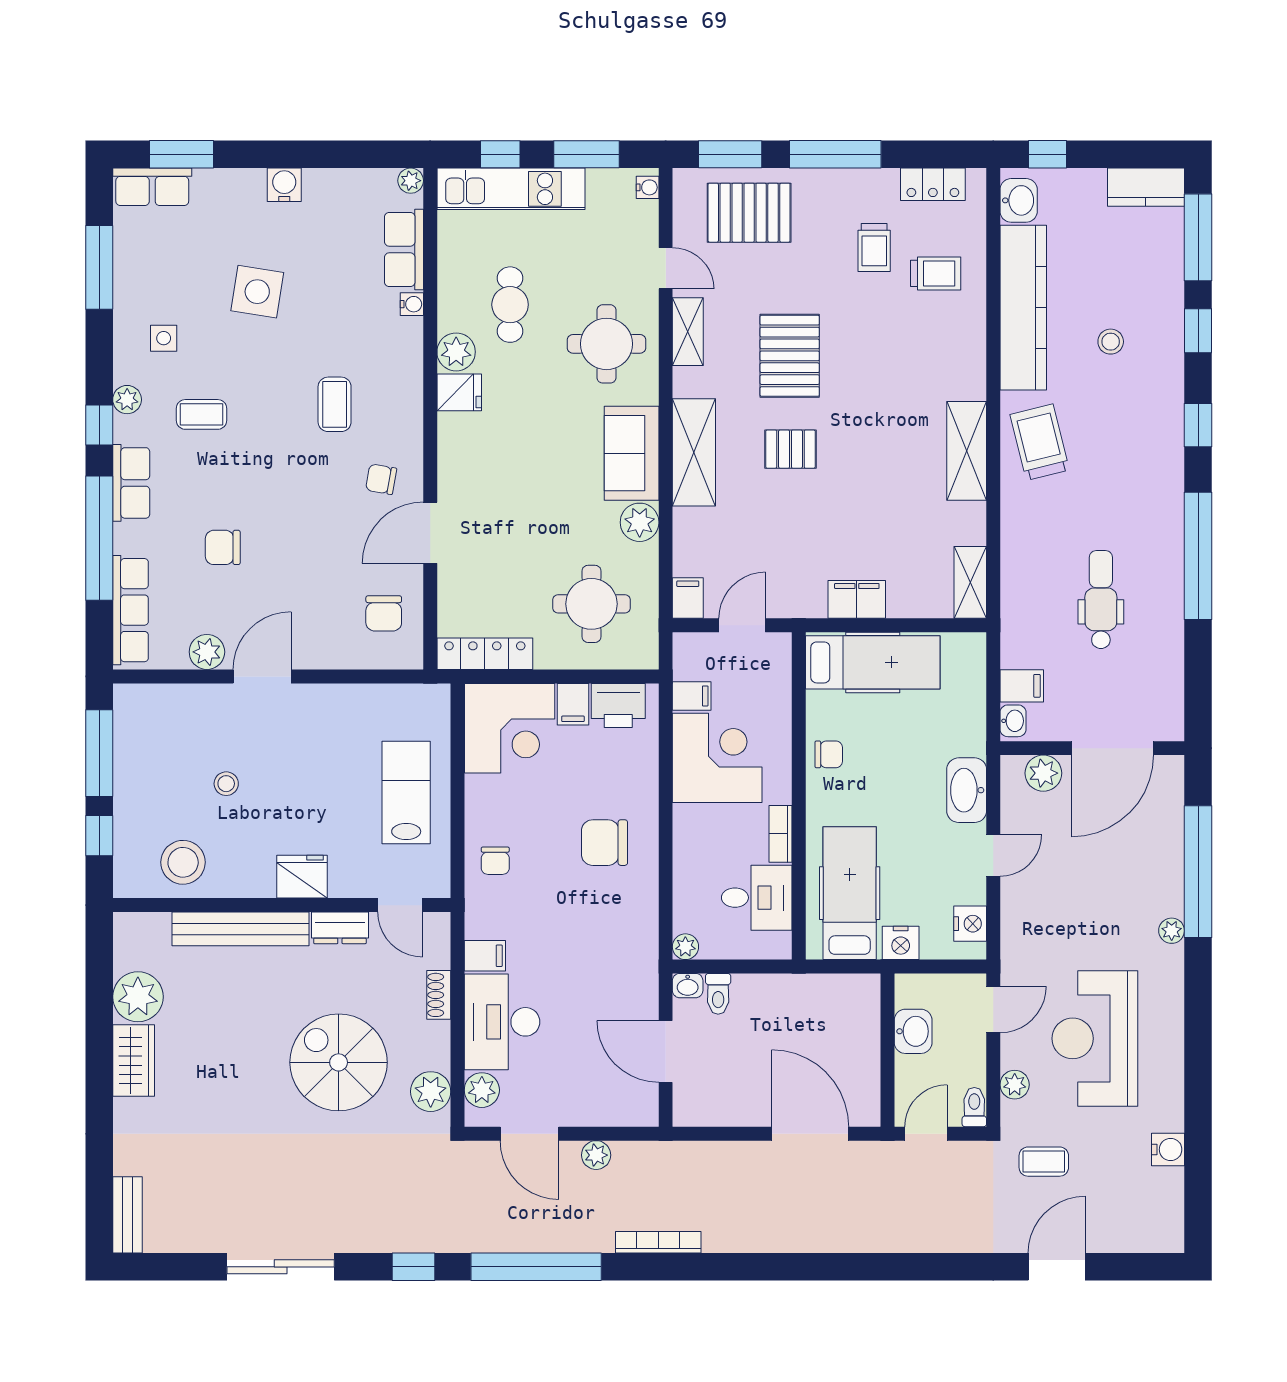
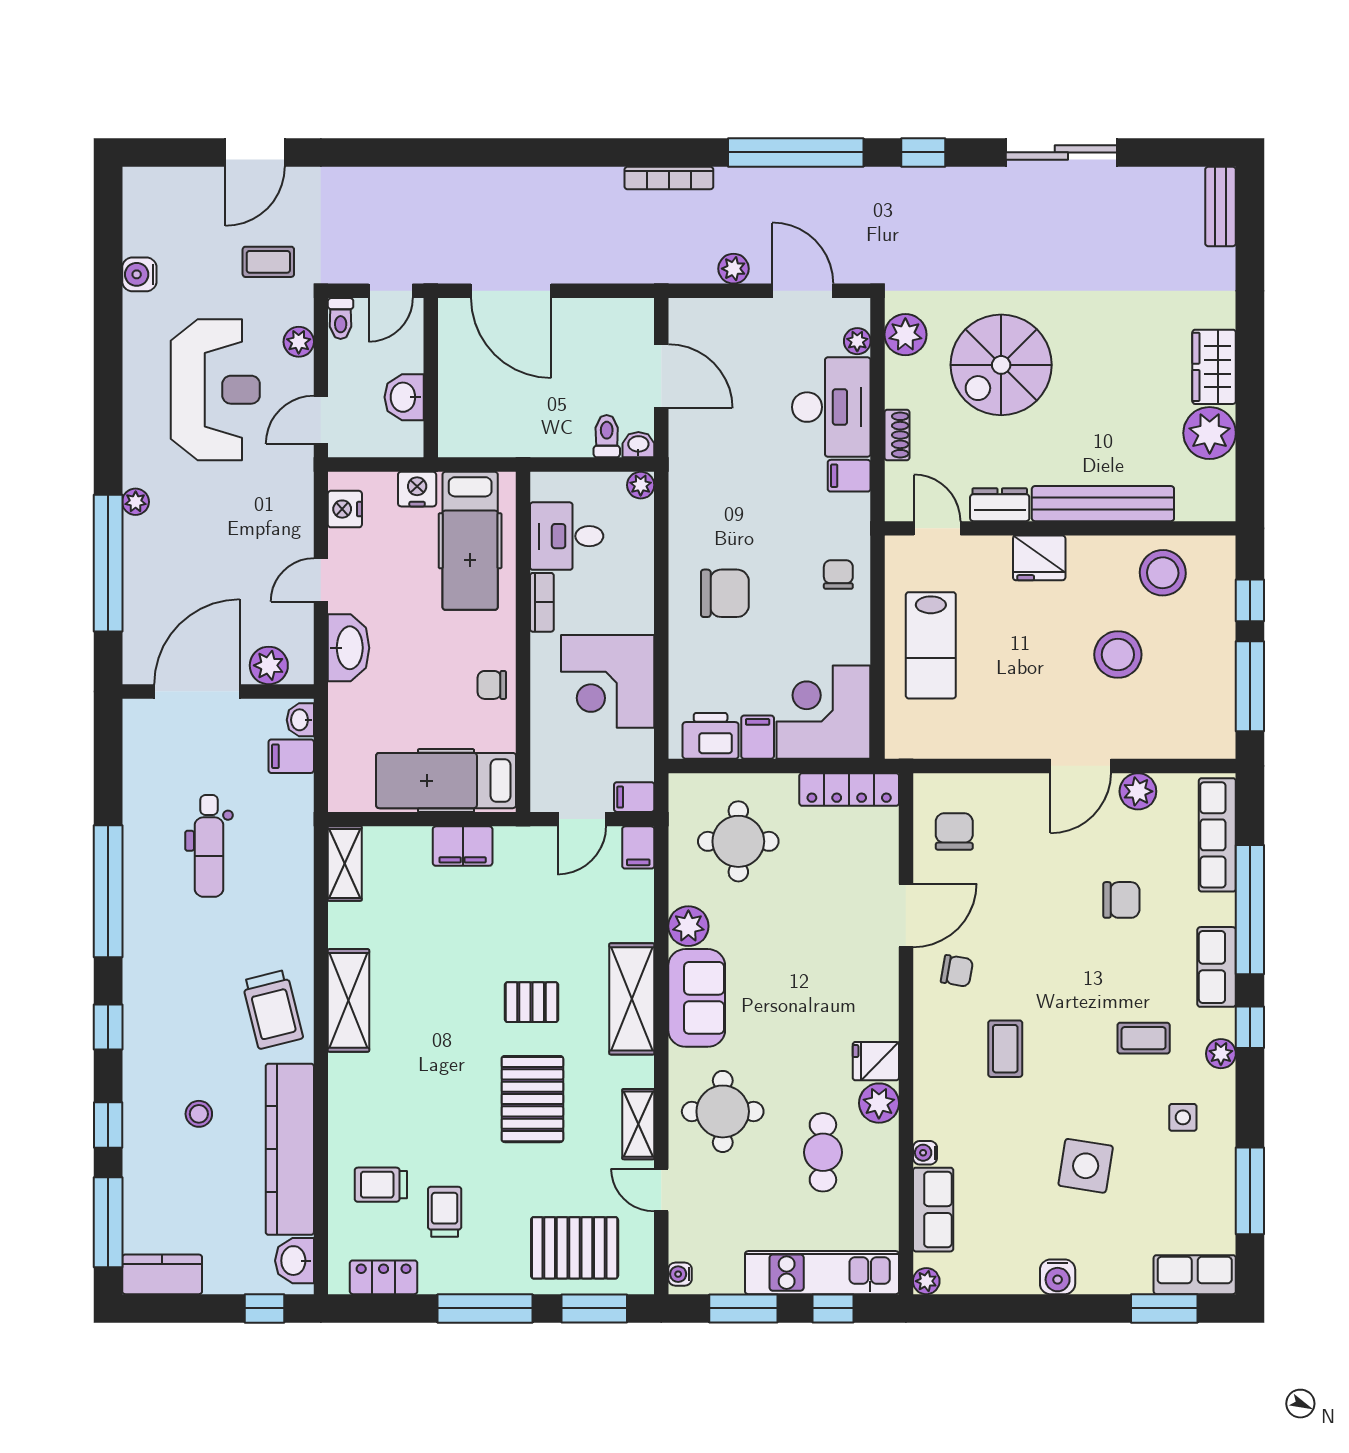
filing cabinet: (692, 696) -> (634, 797), moved
stool: (226, 784) -> (1118, 655), width x1.89, depth x1.89
spiral stairs: (339, 1062) -> (1001, 365), turned 90
plant: (482, 1090) -> (857, 341), width x0.73, depth x0.73

